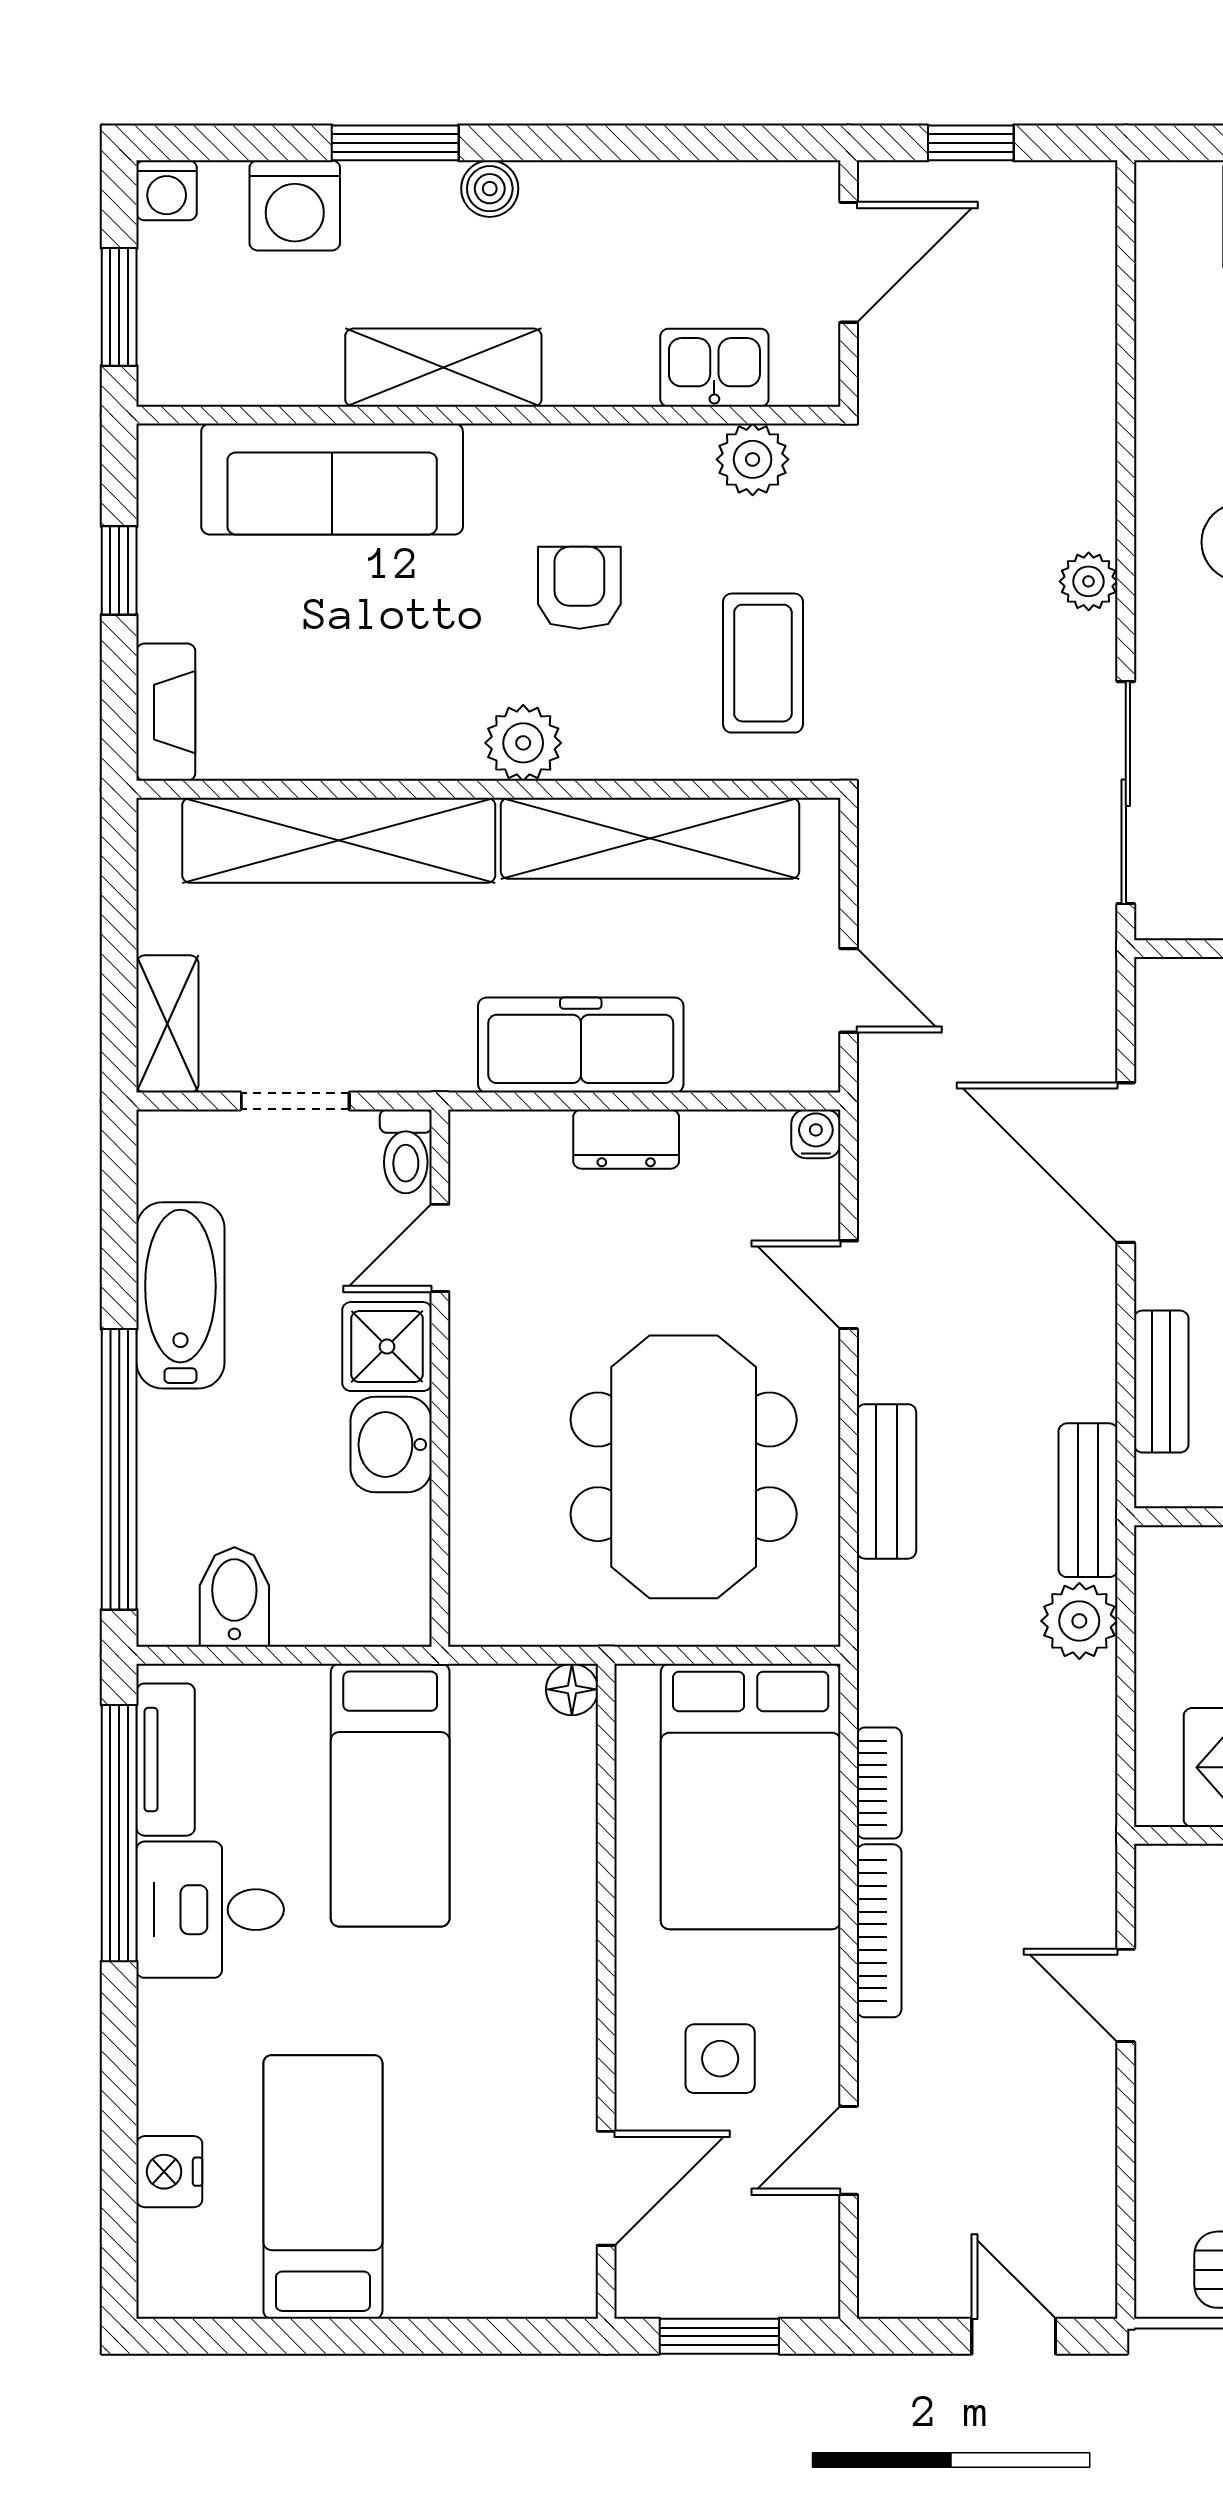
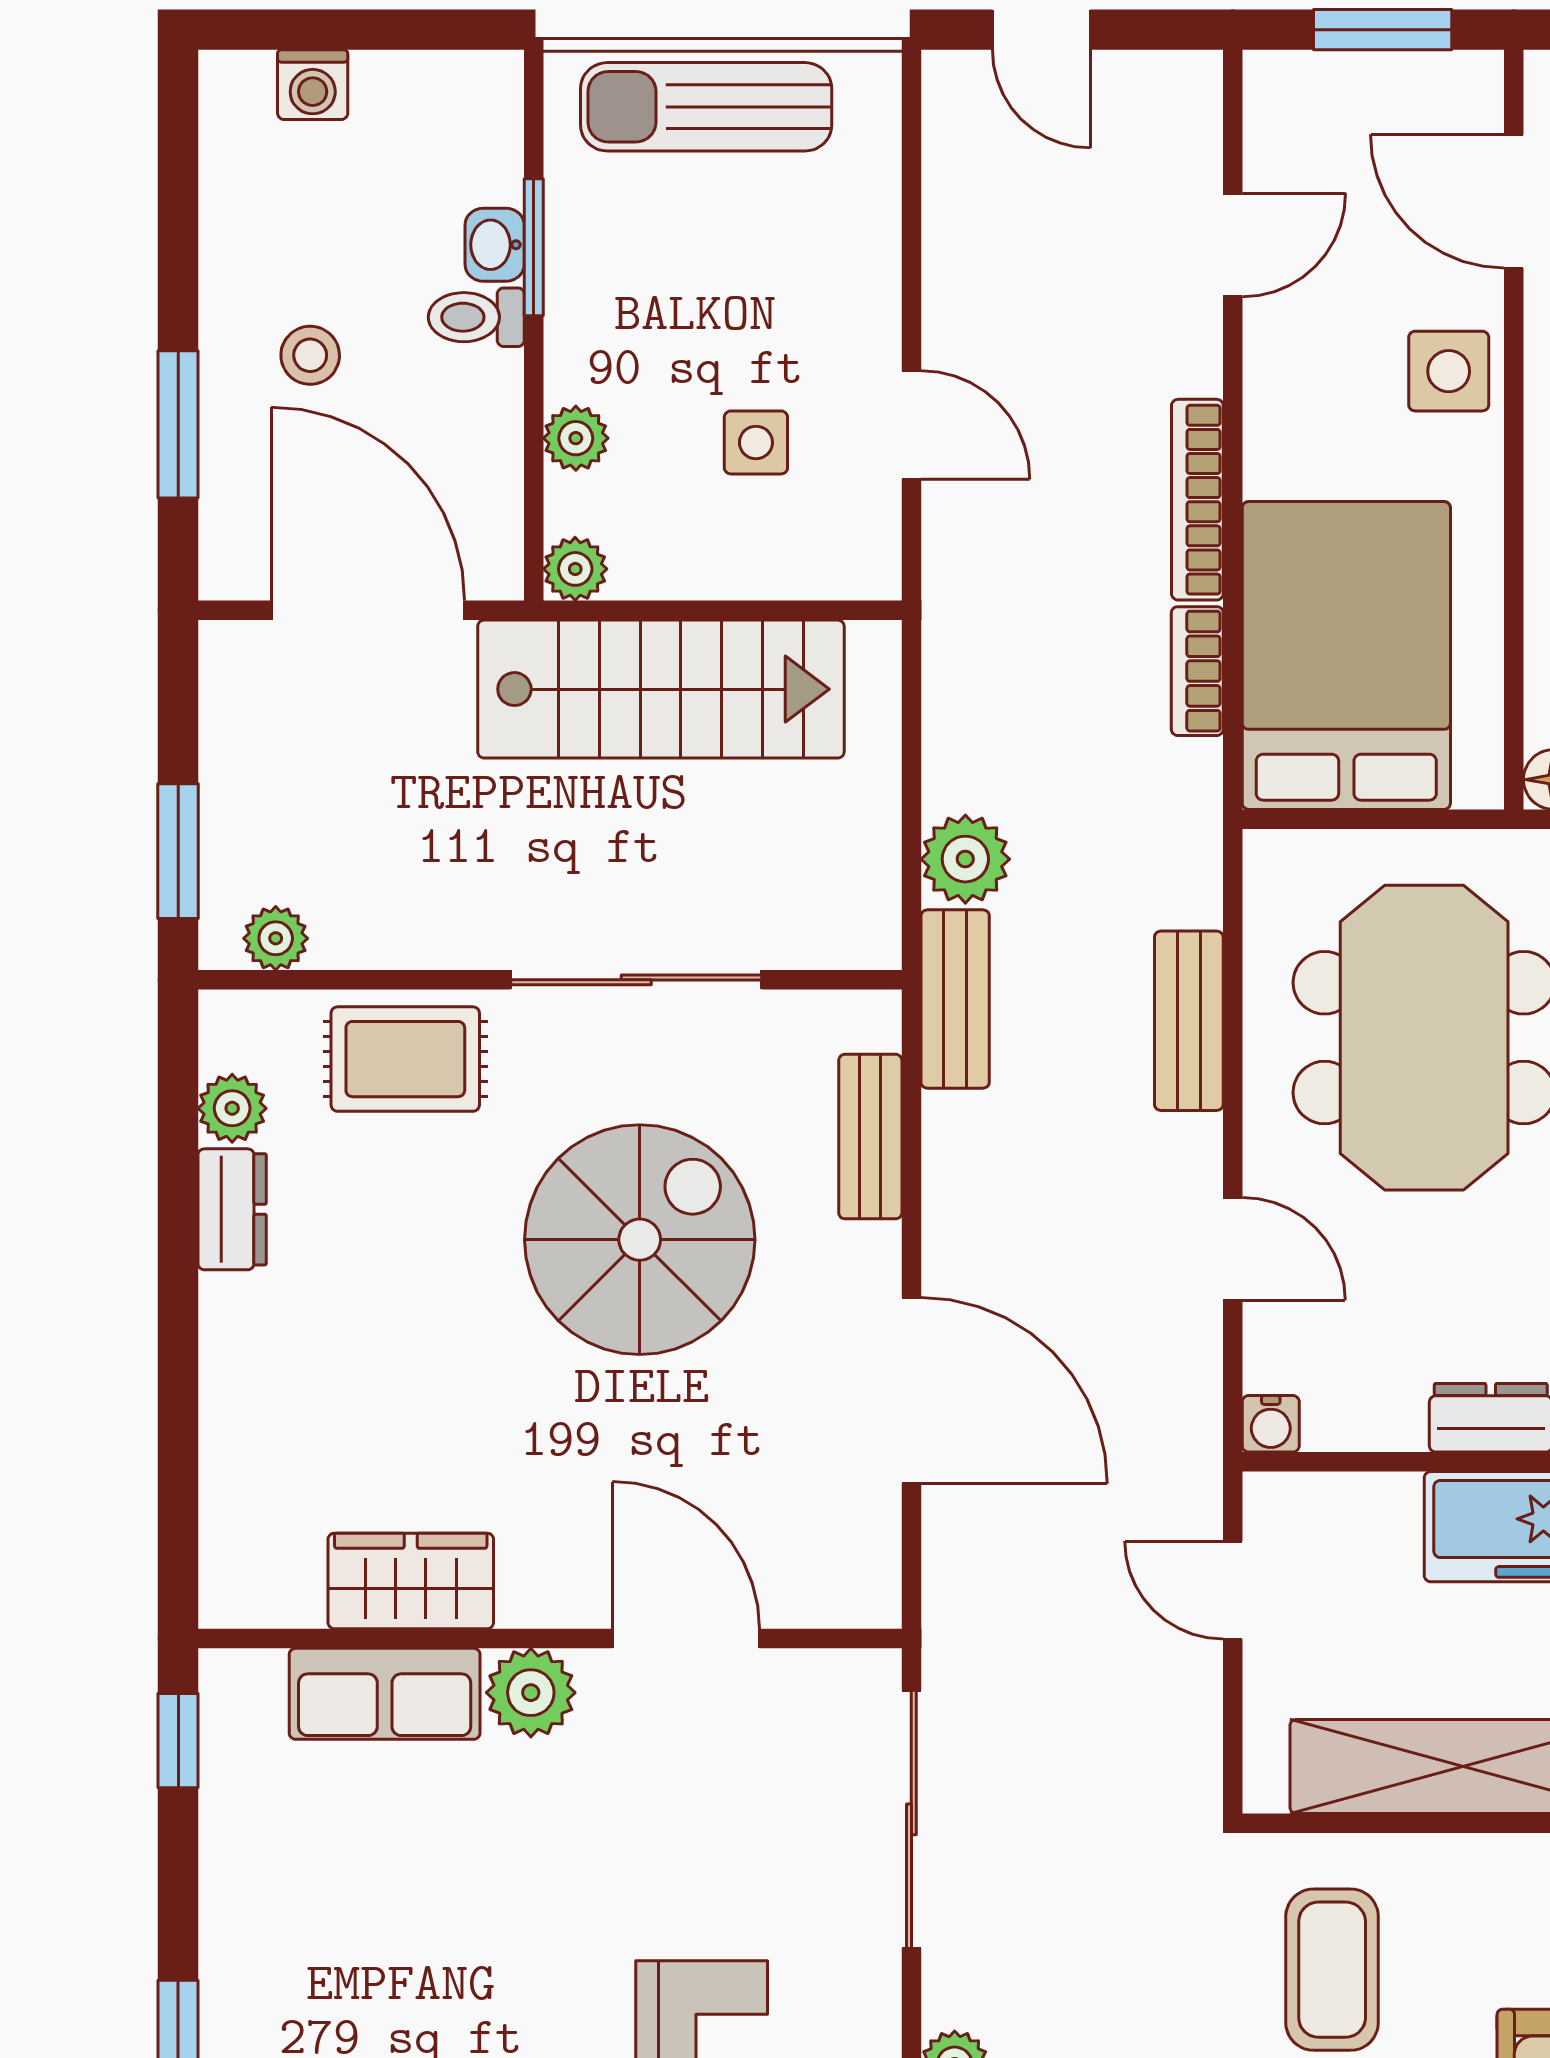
side table: (720, 2059) -> (1449, 371), moved
door: (606, 2188) -> (1514, 201), hinge flipped

